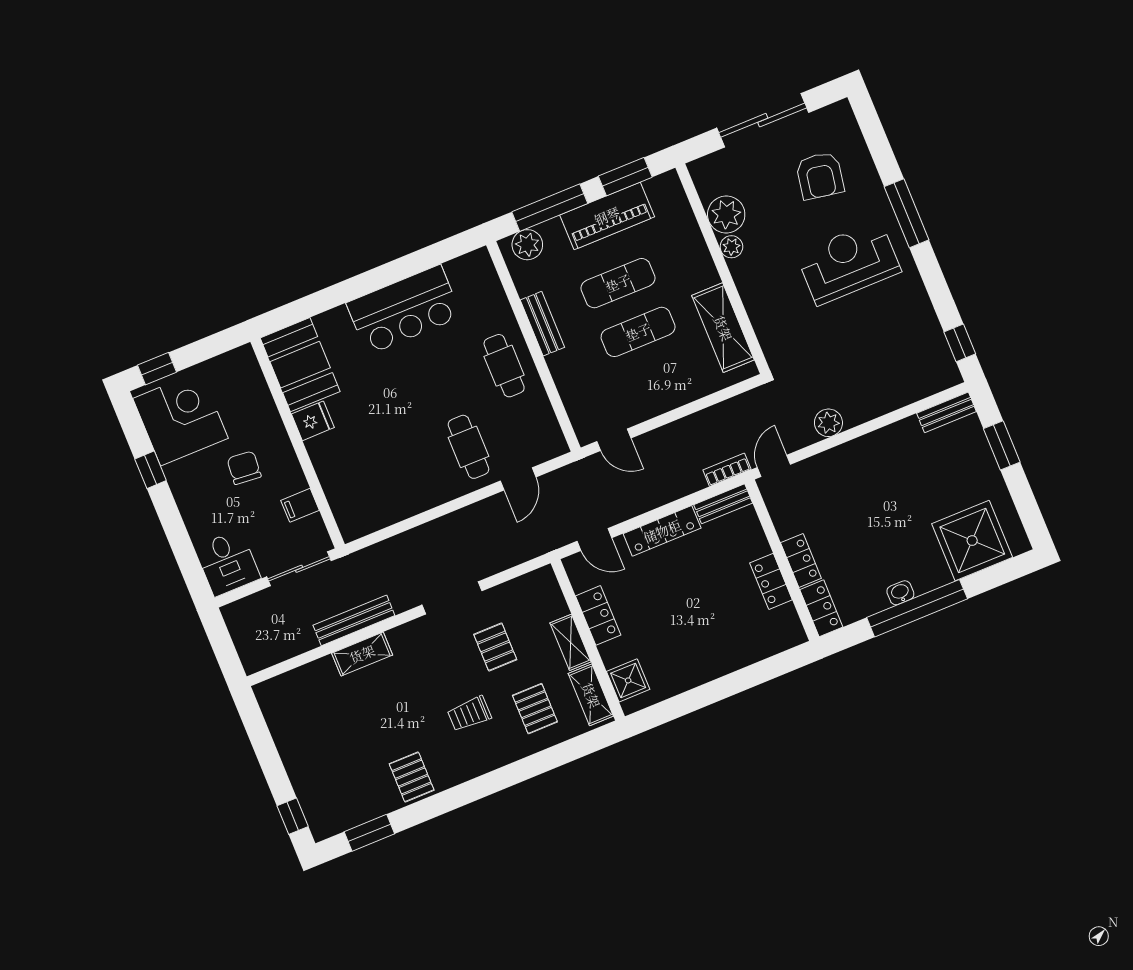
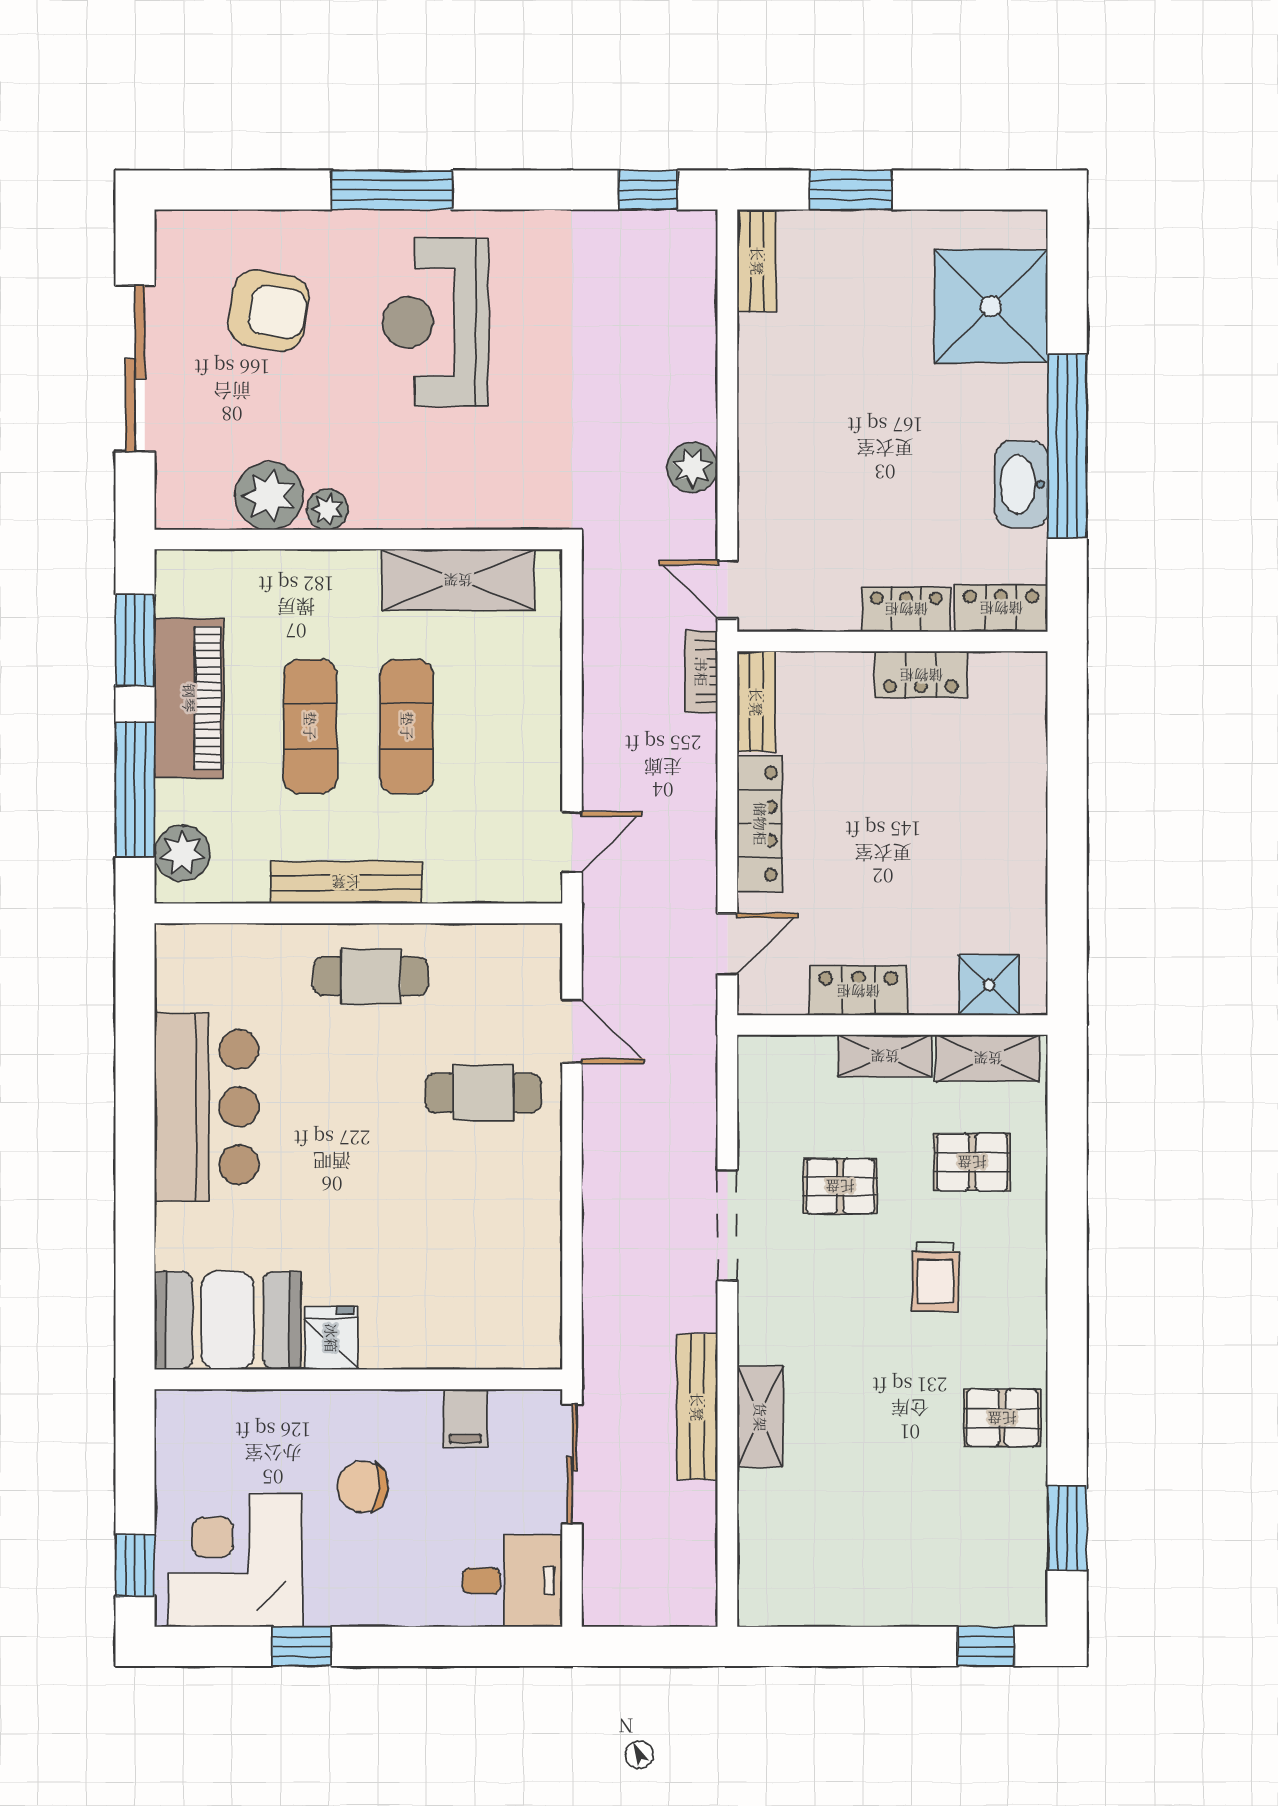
bench: (542, 324) -> (346, 882), width x1.36
washbasin: (900, 593) -> (1021, 484), width x1.91, depth x1.45

